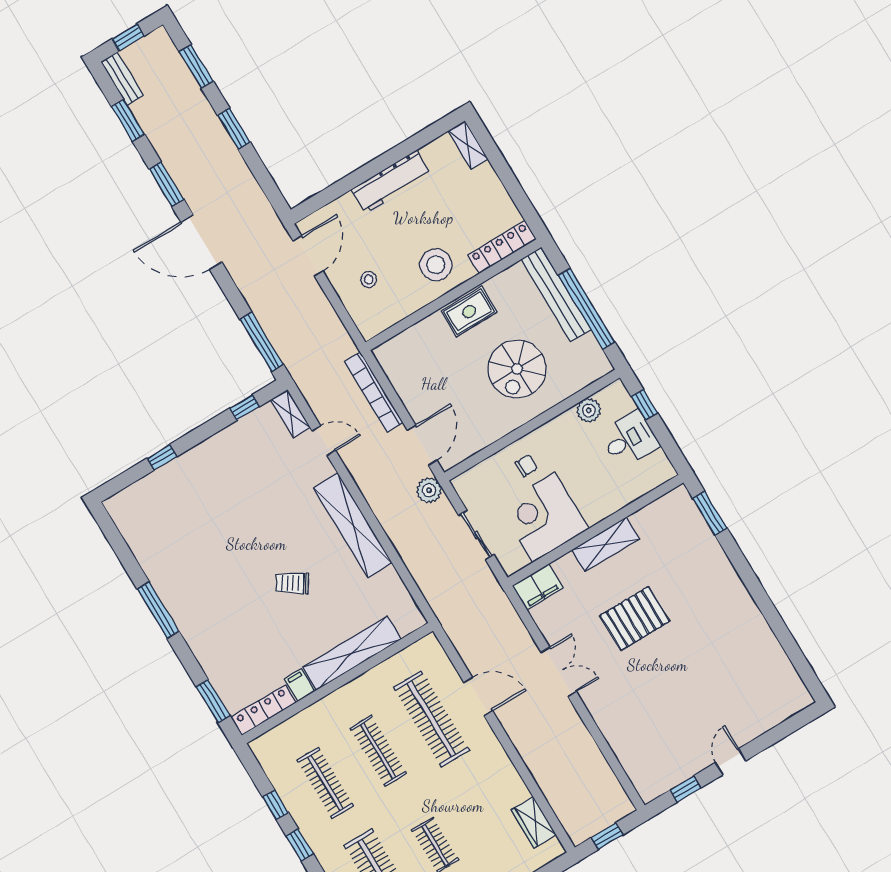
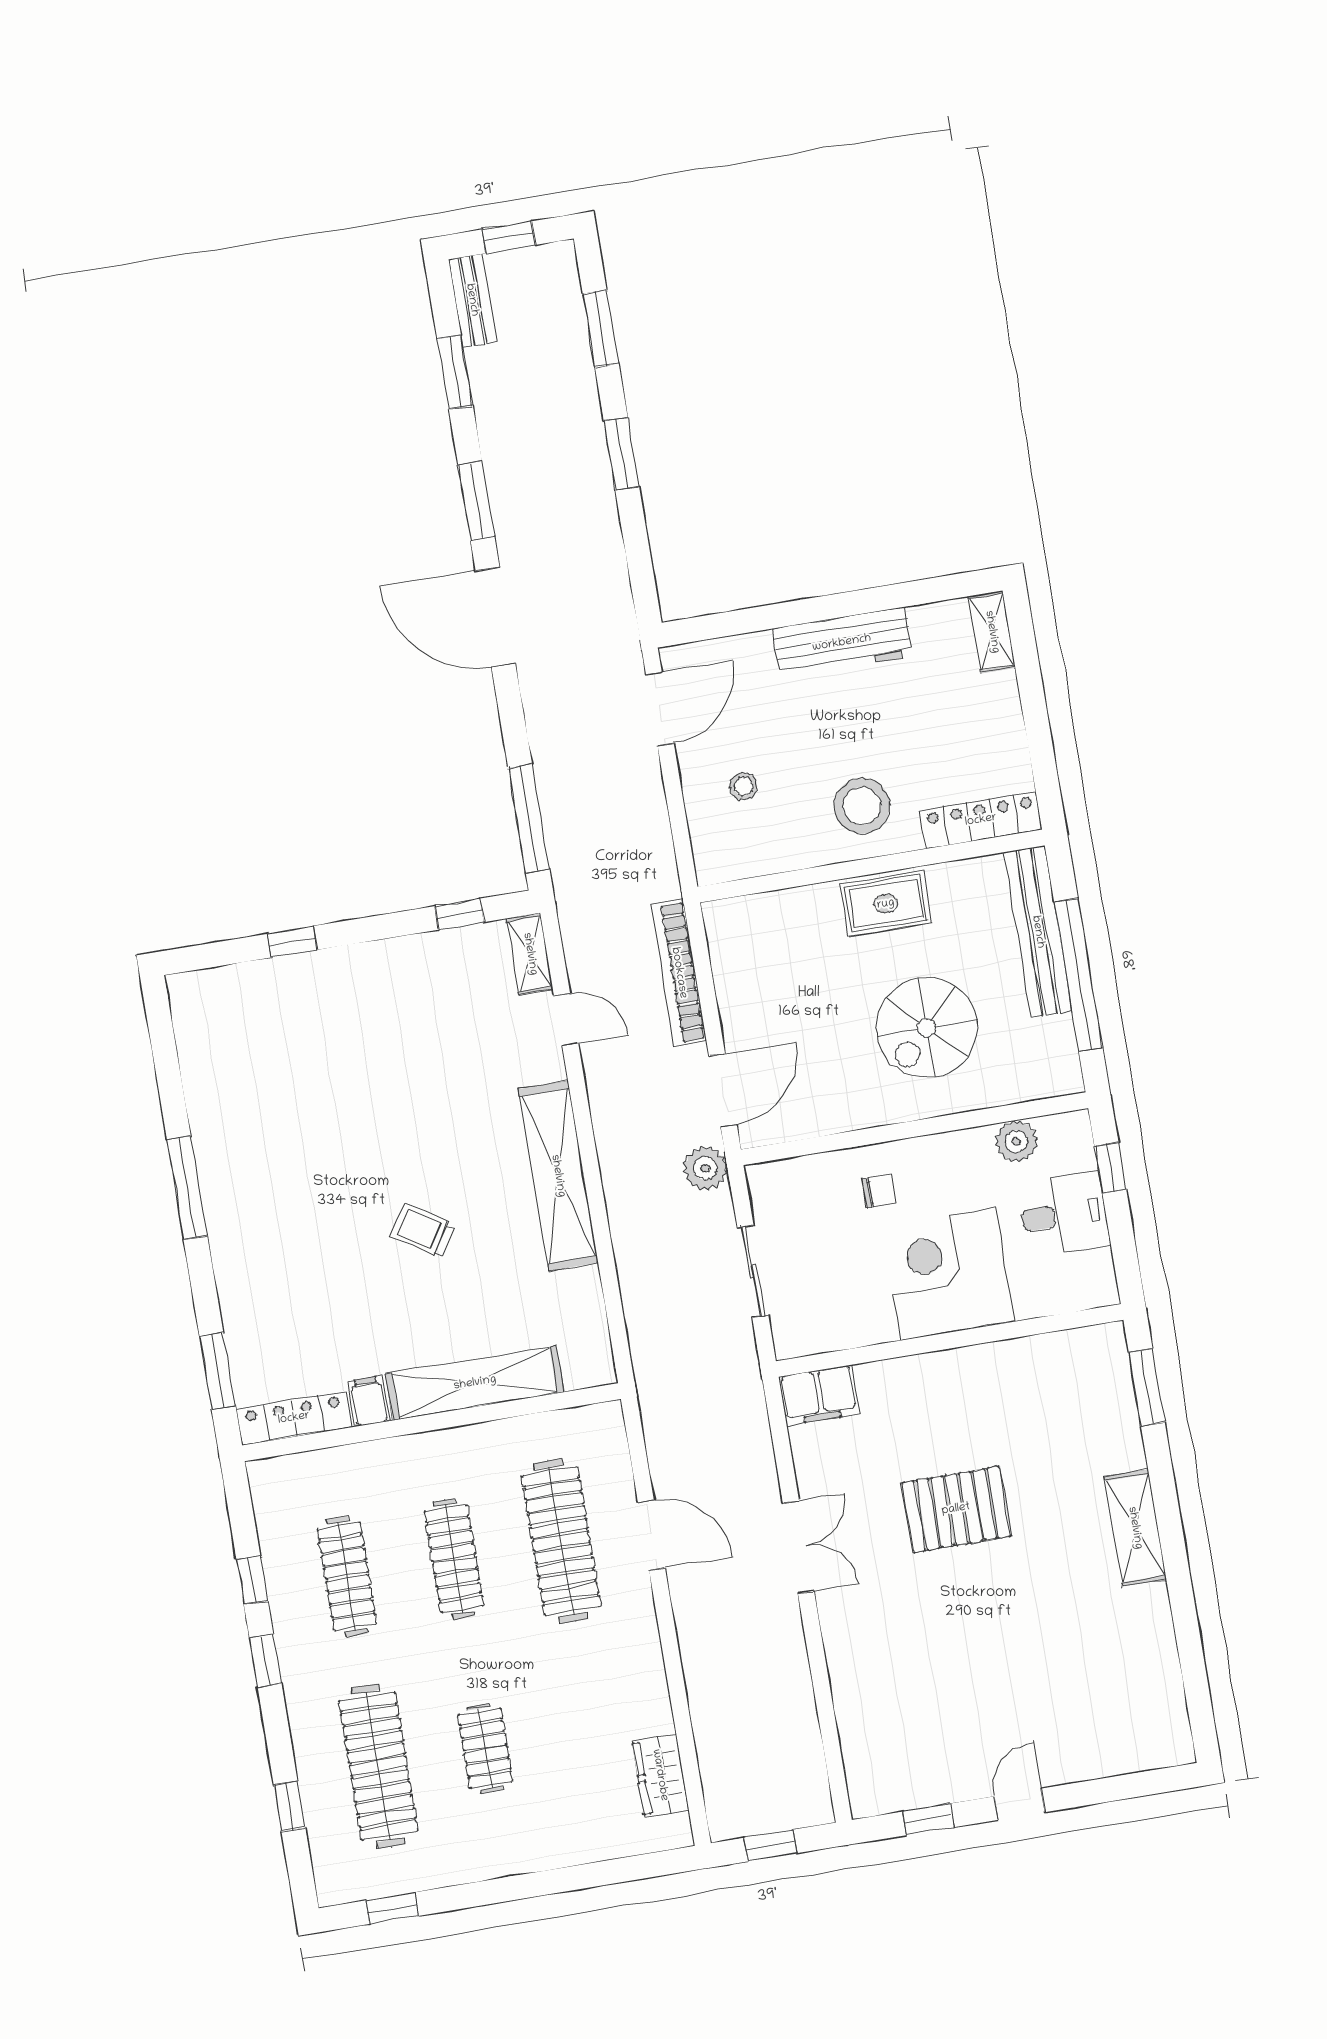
corner desk: (544, 517) -> (948, 1274), moved
shelving: (605, 544) -> (1135, 1528), moved, turned 90

